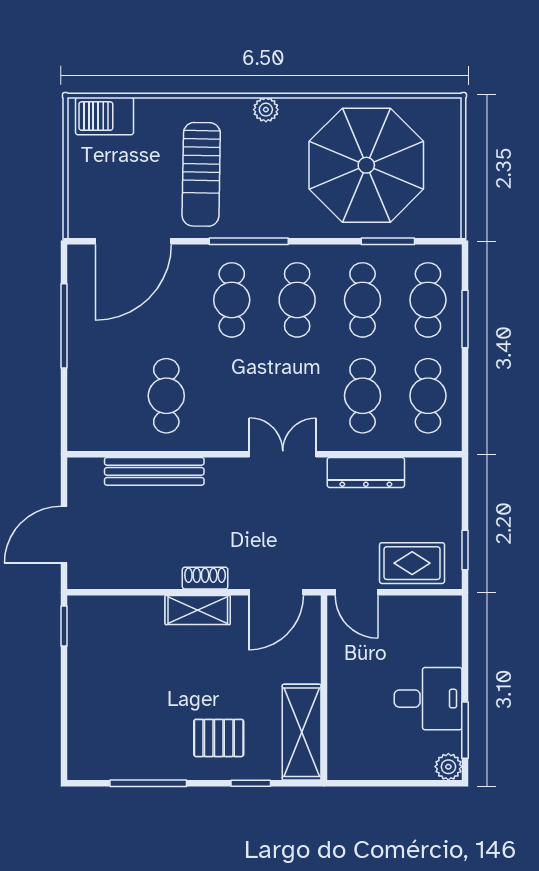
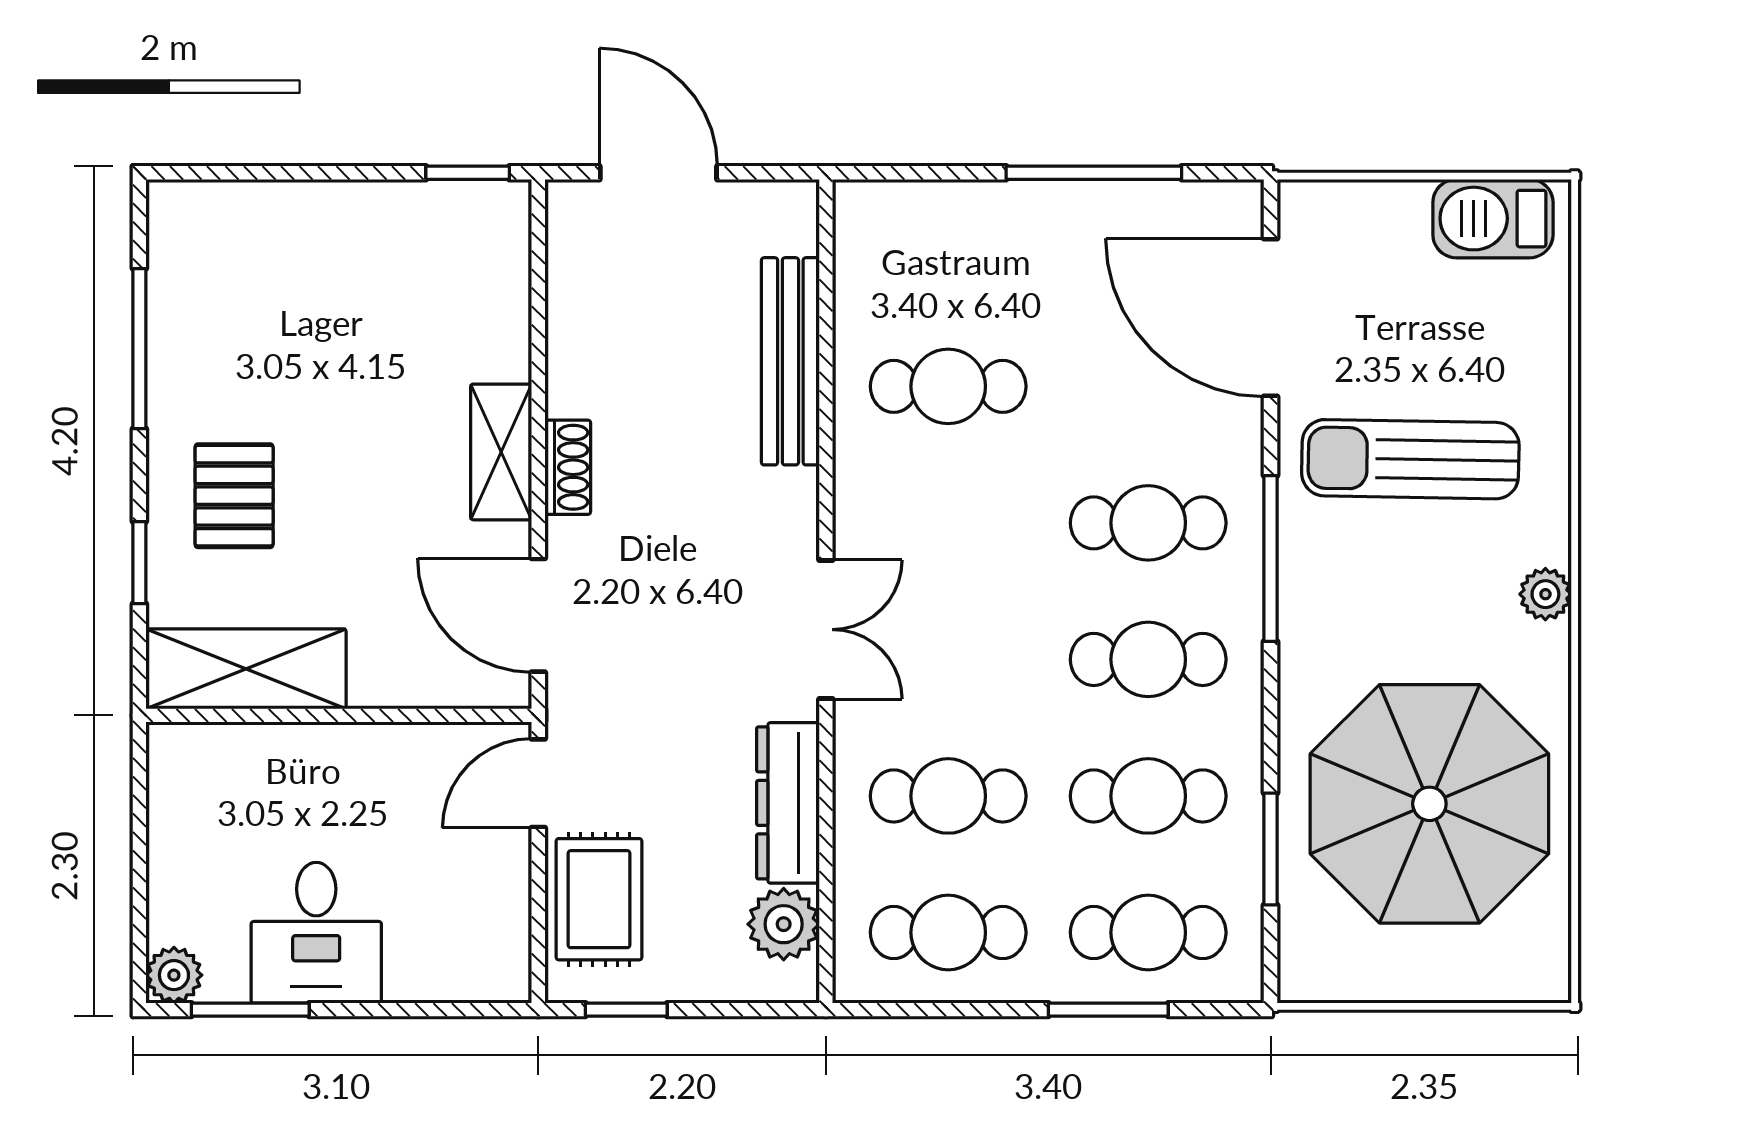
barbecue: (105, 116) -> (1493, 219), moved, turned -90
plant: (424, 475) -> (784, 924), added

